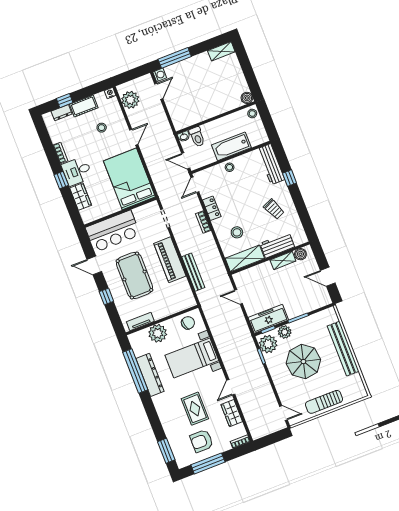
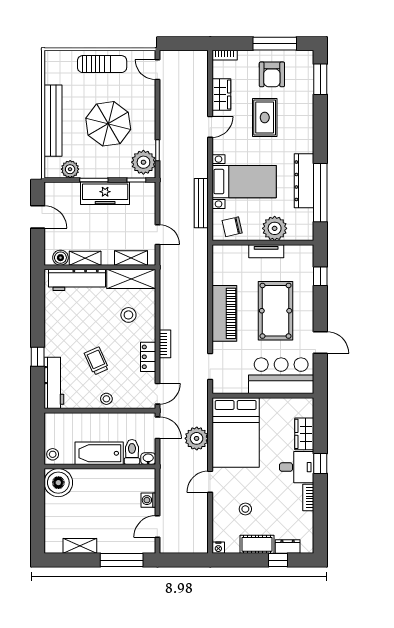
shelving: (221, 51) -> (80, 546), moved
washing machine: (160, 75) -> (148, 500), moved
boiler: (247, 98) -> (58, 483), width x1.86, depth x1.86
plant: (130, 100) -> (197, 438), moved
bathtub: (231, 146) -> (99, 453), moved, turned 180
trolley: (274, 209) -> (97, 361), moved
workbench: (277, 245) -> (77, 280), width x1.38
bench: (193, 272) -> (201, 203), moved
shelving: (251, 273) -> (131, 258), added
window: (106, 297) -> (320, 276), moved
freezer: (268, 319) -> (105, 193), moved
tv unit: (140, 321) -> (266, 251), moved
plant: (285, 332) -> (70, 169), moved
armchair: (202, 441) -> (272, 74), turned 90

